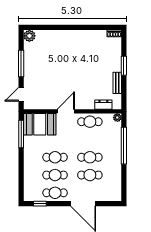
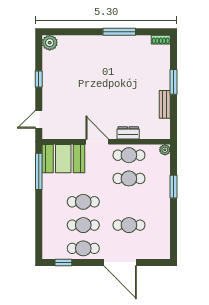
window: (82, 27) -> (119, 32), added
window: (21, 64) -> (39, 79), width x0.46
dresser: (103, 105) -> (128, 133), moved
door: (66, 111) -> (97, 142), hinge flipped
window: (124, 146) -> (173, 187), width x0.47
cafe table: (90, 157) -> (129, 178), moved

